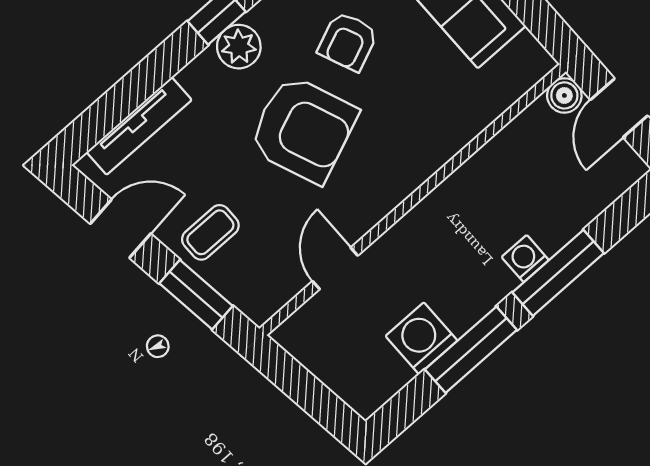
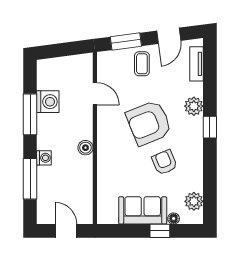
plant: (239, 47) -> (194, 106), moved
boiler: (564, 95) -> (85, 148), moved
tv unit: (139, 126) -> (197, 64), width x0.71
window: (558, 273) -> (30, 179), moved

